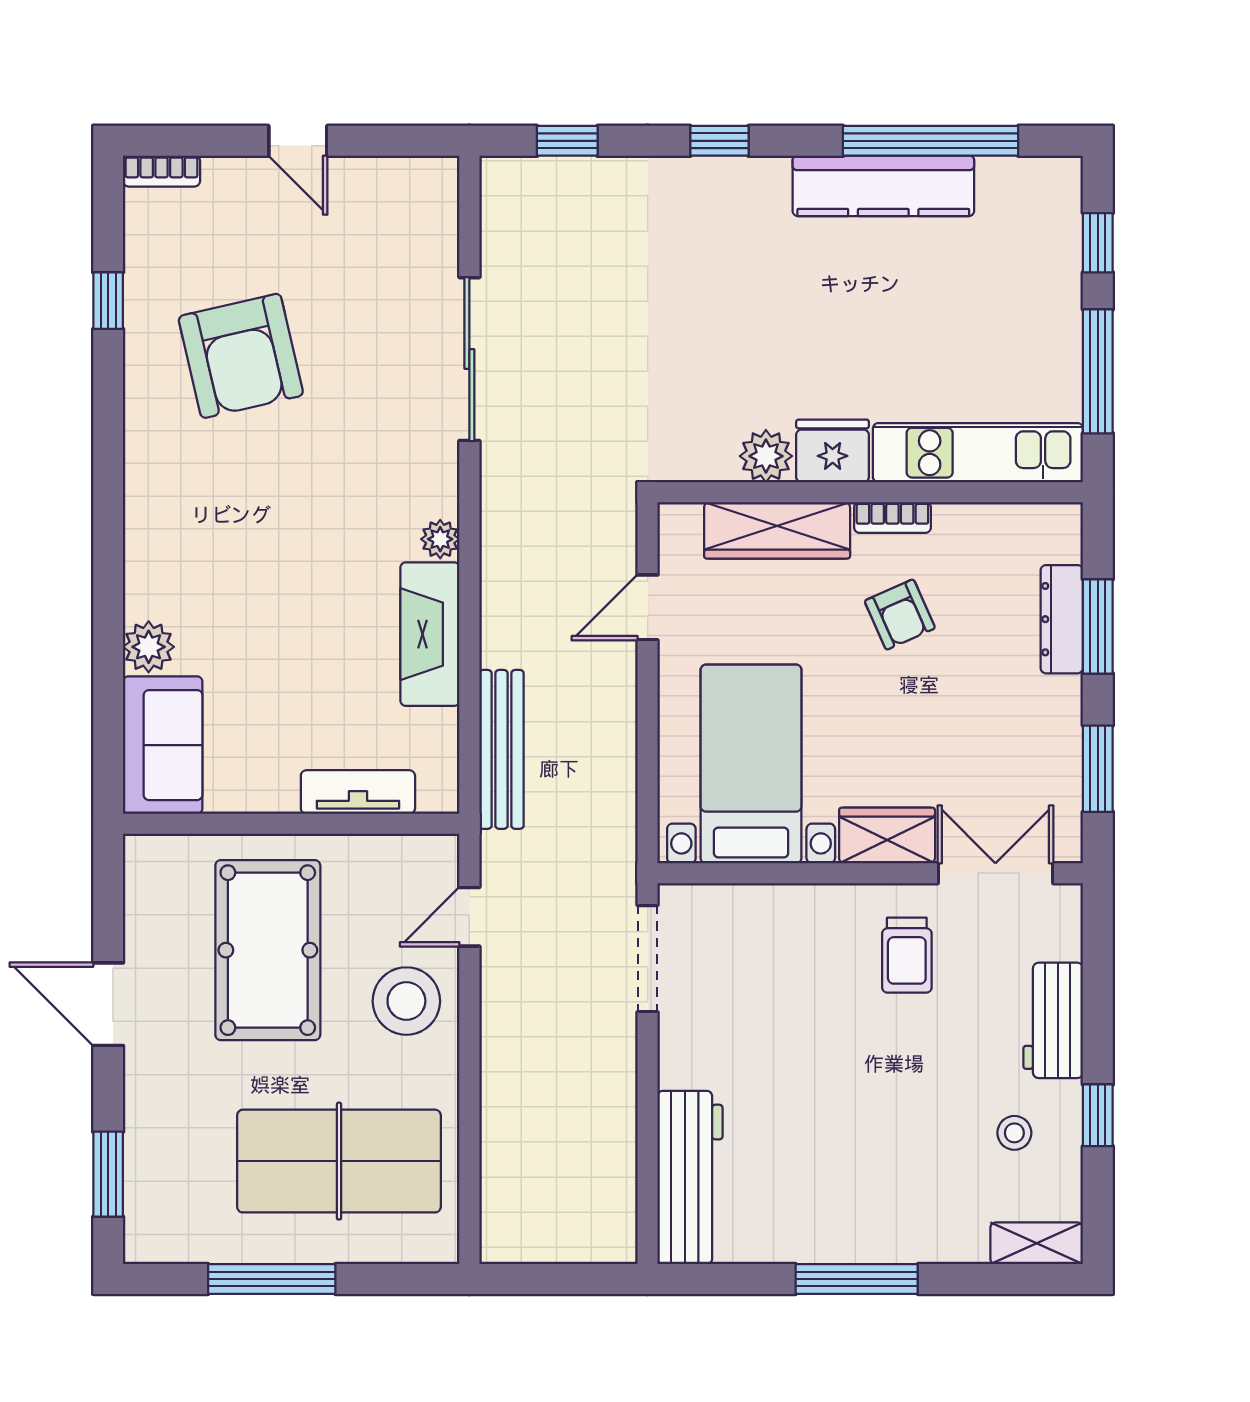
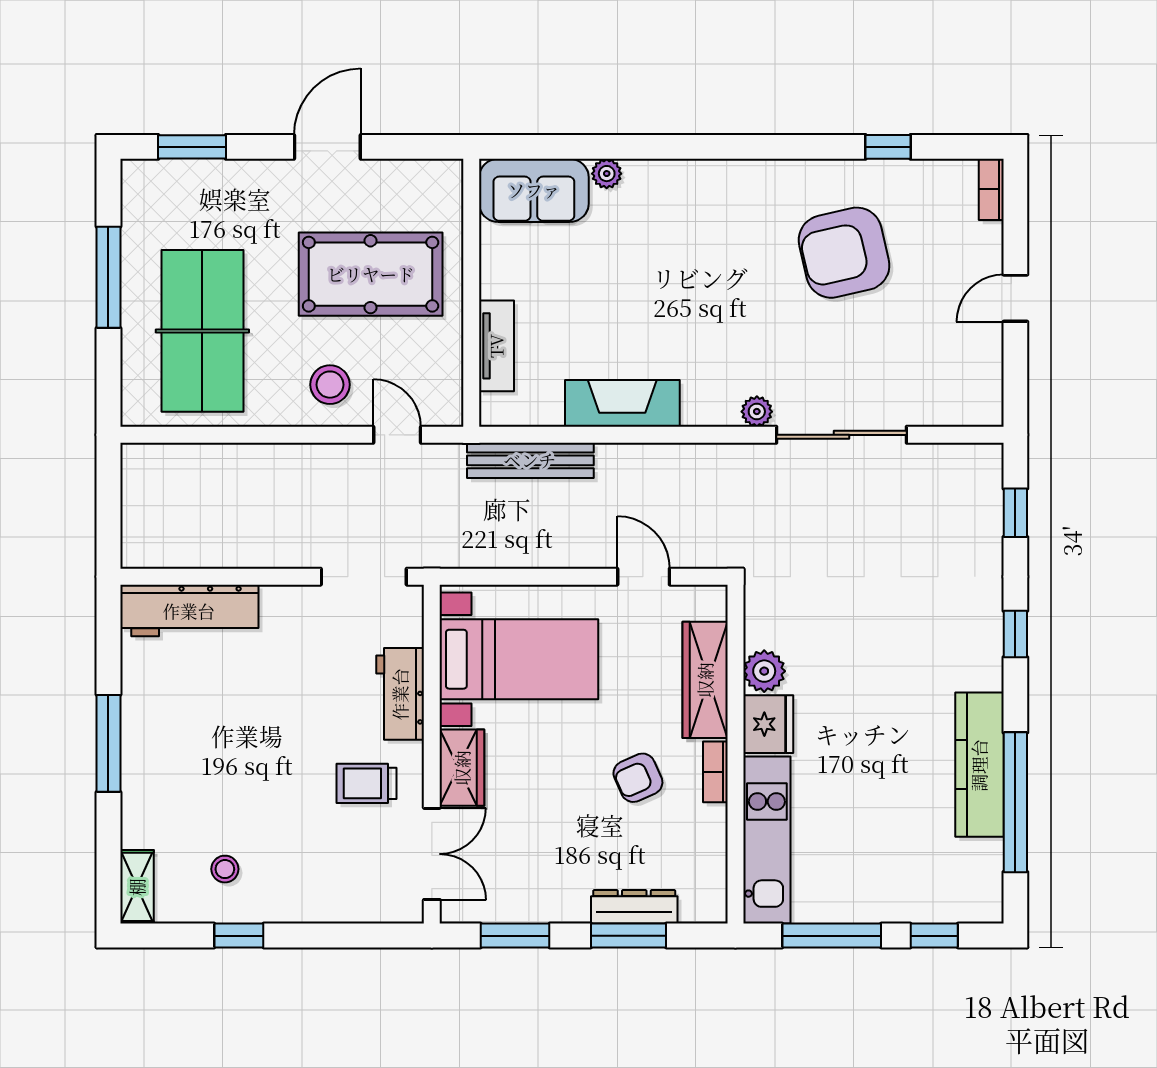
plant: (440, 539) -> (757, 412), moved
plant: (149, 647) -> (607, 174), width x0.73, depth x0.73
stool: (406, 1001) -> (330, 385), width x0.73, depth x0.73
workbench: (1053, 1020) -> (400, 694), moved, turned -90

